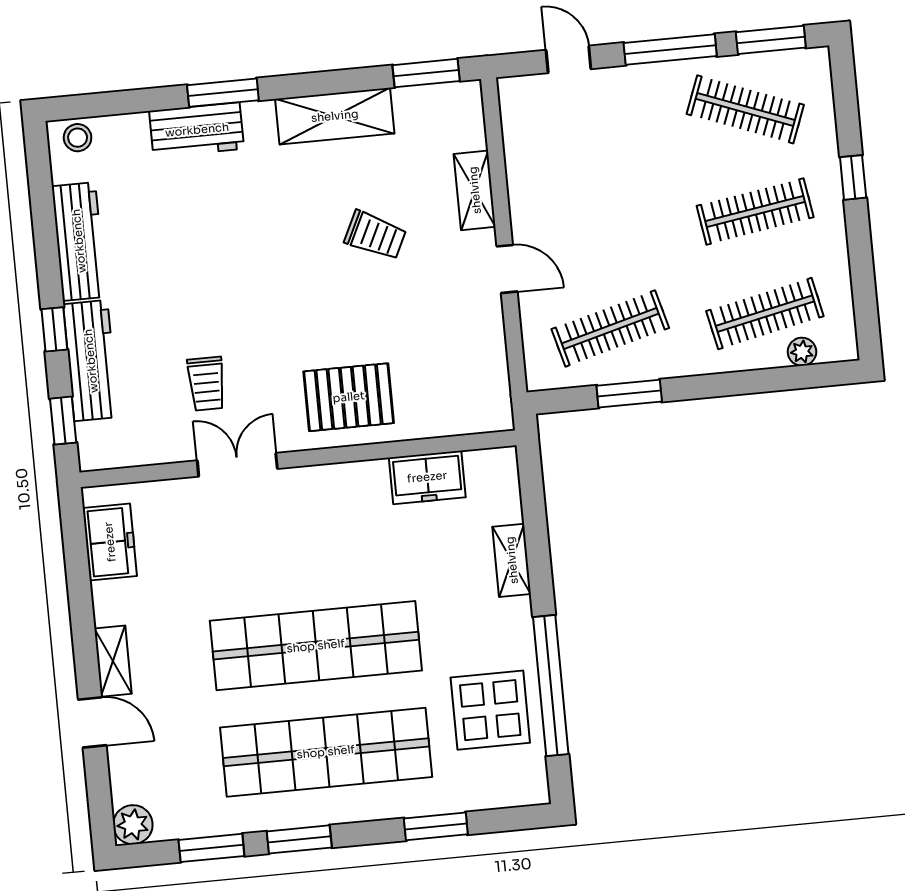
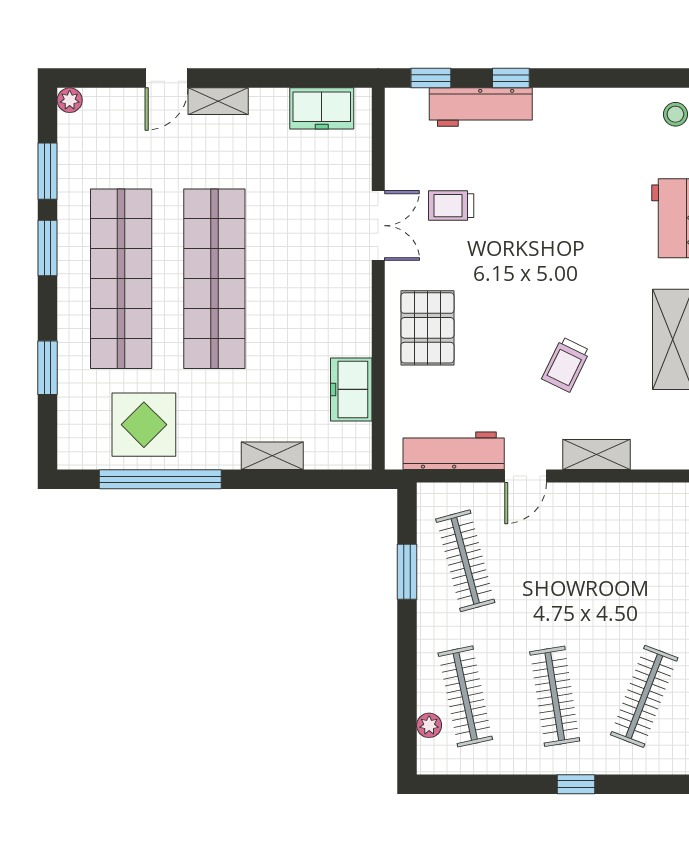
workbench: (79, 241) -> (454, 451), moved, turned 180
plant: (133, 825) -> (70, 100), width x0.73, depth x0.73

